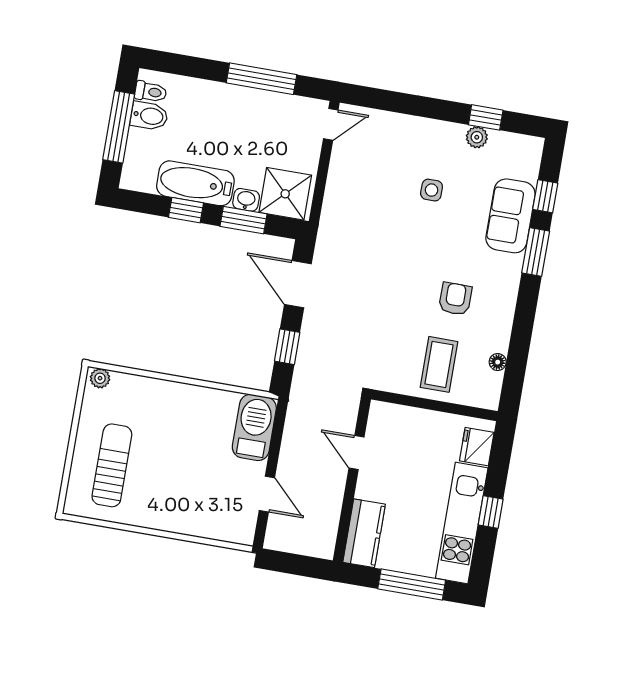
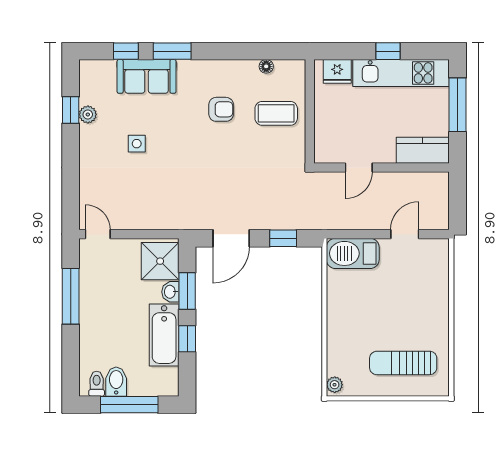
armchair: (455, 299) -> (221, 109), turned 180

